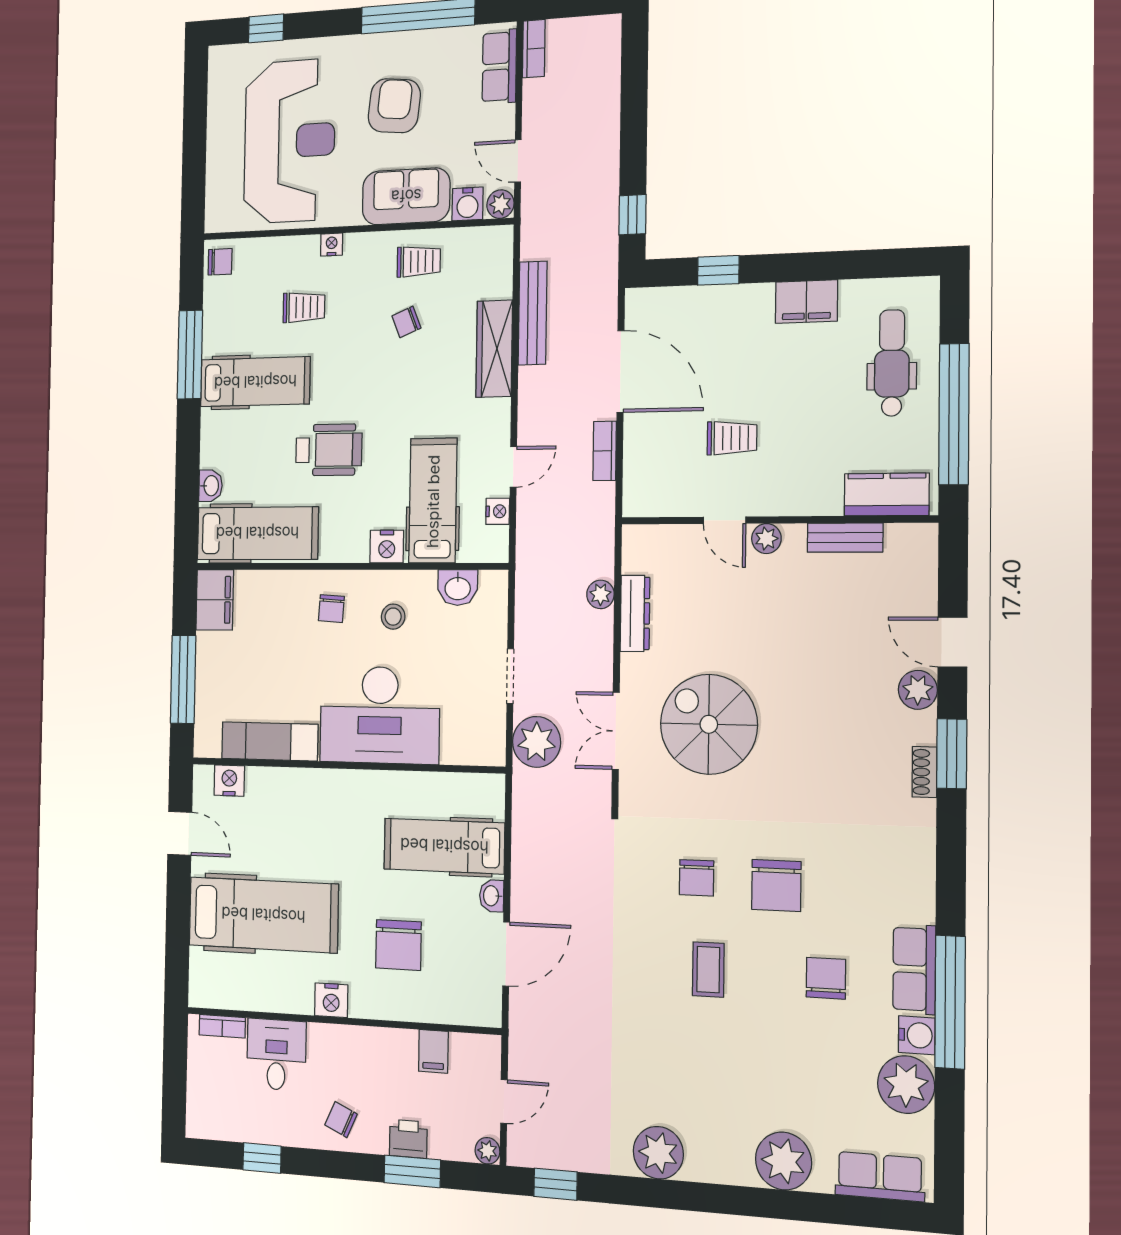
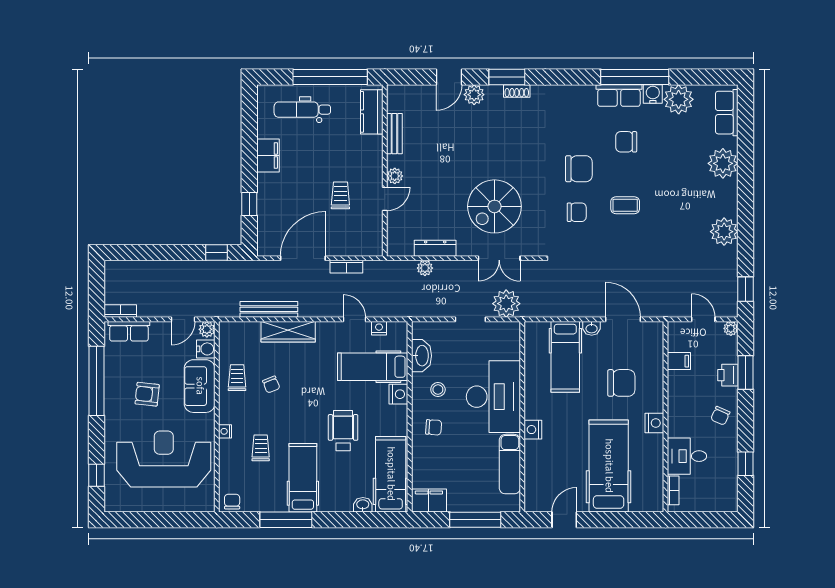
armchair: (394, 106) -> (147, 394), width x0.72, depth x0.72
washbasin: (458, 588) -> (421, 356), width x1.38
nightstand: (229, 781) -> (533, 430), moved

